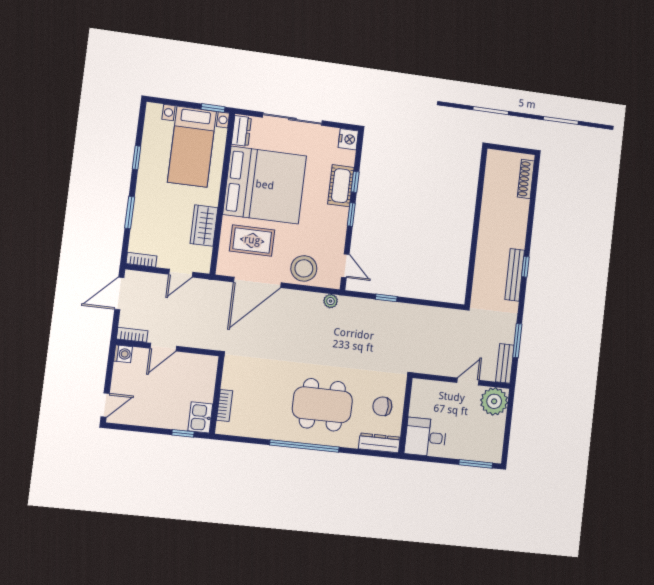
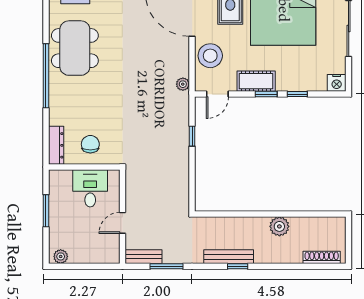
cot: (341, 186) -> (256, 81), moved
plant: (490, 218) -> (279, 226), added
door: (468, 381) -> (122, 223), swing flipped
plant: (494, 401) -> (61, 256), moved, width x0.53, depth x0.53
dining table: (322, 405) -> (75, 48), moved
desk: (426, 437) -> (90, 188), moved
window: (476, 464) -> (46, 211), moved

